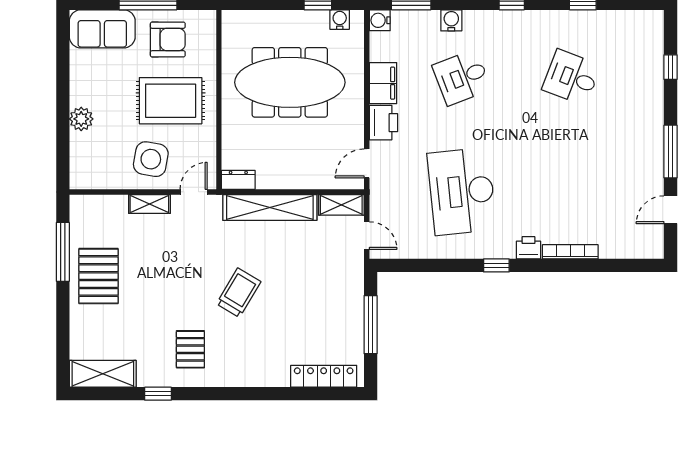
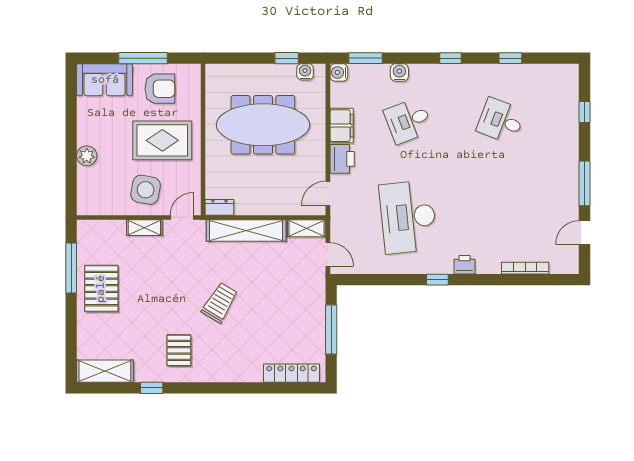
bookcase: (570, 252) -> (525, 268), moved

